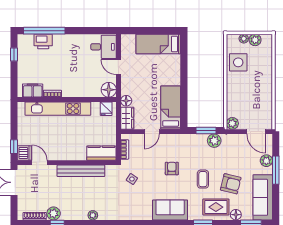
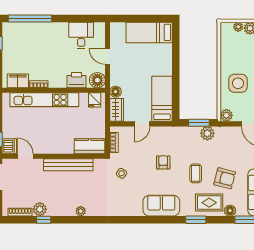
printer: (43, 41) -> (76, 80), moved, turned 180
desk: (103, 47) -> (81, 35), moved, turned -90
side table: (238, 62) -> (238, 83), moved

